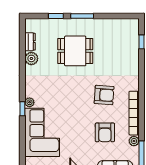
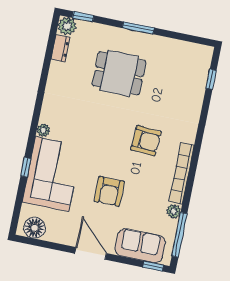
window: (56, 16) -> (83, 17), moved
plant: (31, 58) -> (67, 26), moved
window: (22, 109) -> (26, 167), moved
armchair: (105, 132) -> (109, 191), moved

